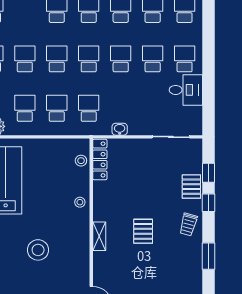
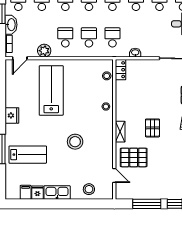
locker: (100, 160) -> (121, 70), width x0.66
pallet: (118, 271) -> (134, 157), added

